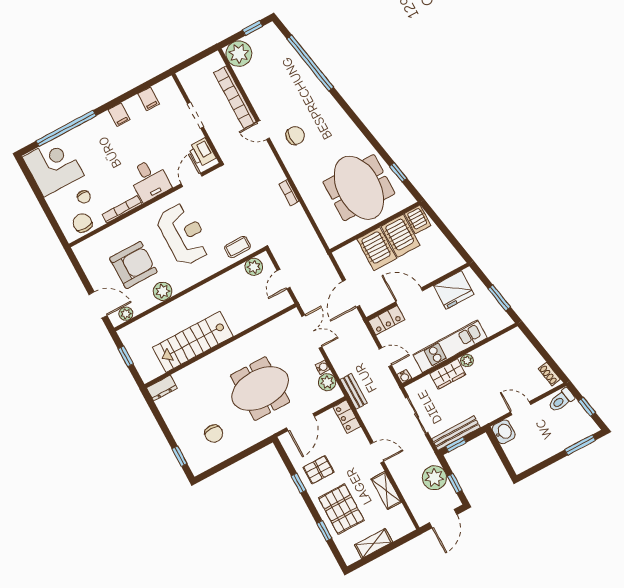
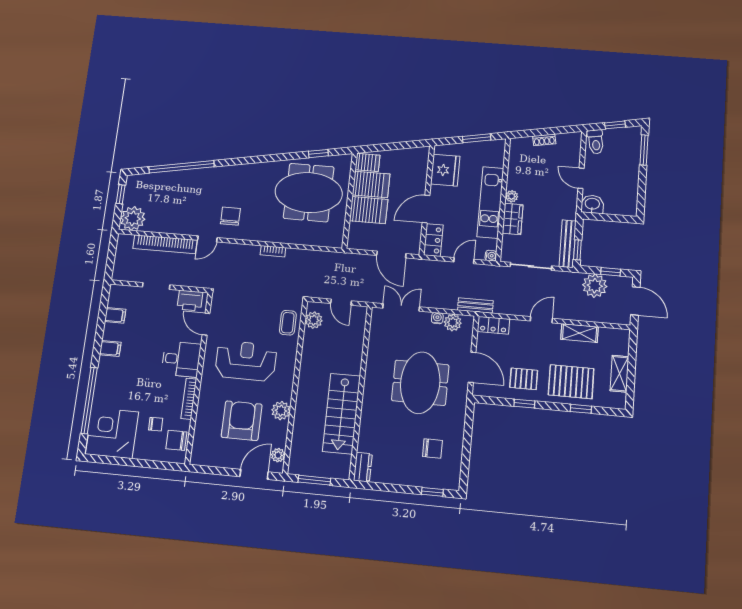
window: (126, 356) -> (314, 480), width x1.50
shoe rack: (549, 374) -> (544, 140), moved
door: (521, 408) -> (581, 178), hinge flipped
pallet: (319, 470) -> (524, 379), turned 90

